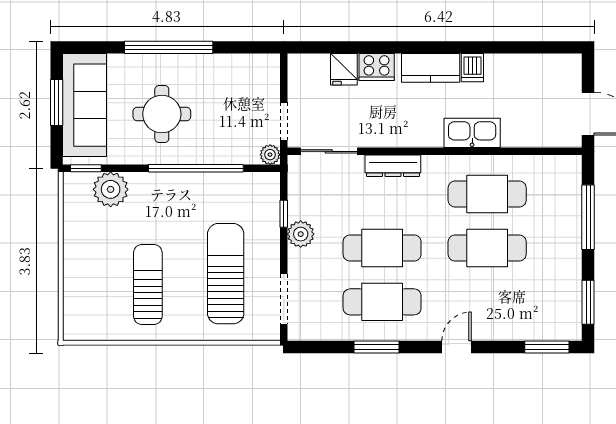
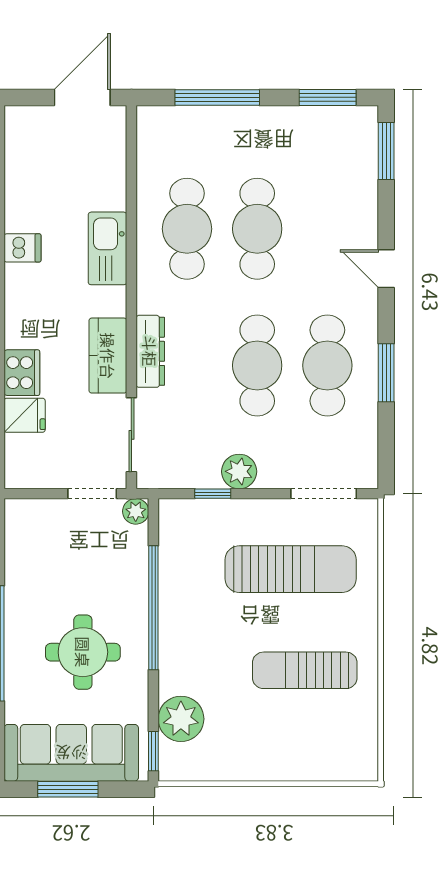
kitchen counter: (431, 68) -> (108, 356), moved, turned 180
sun lounger: (226, 274) -> (291, 569), turned 180

